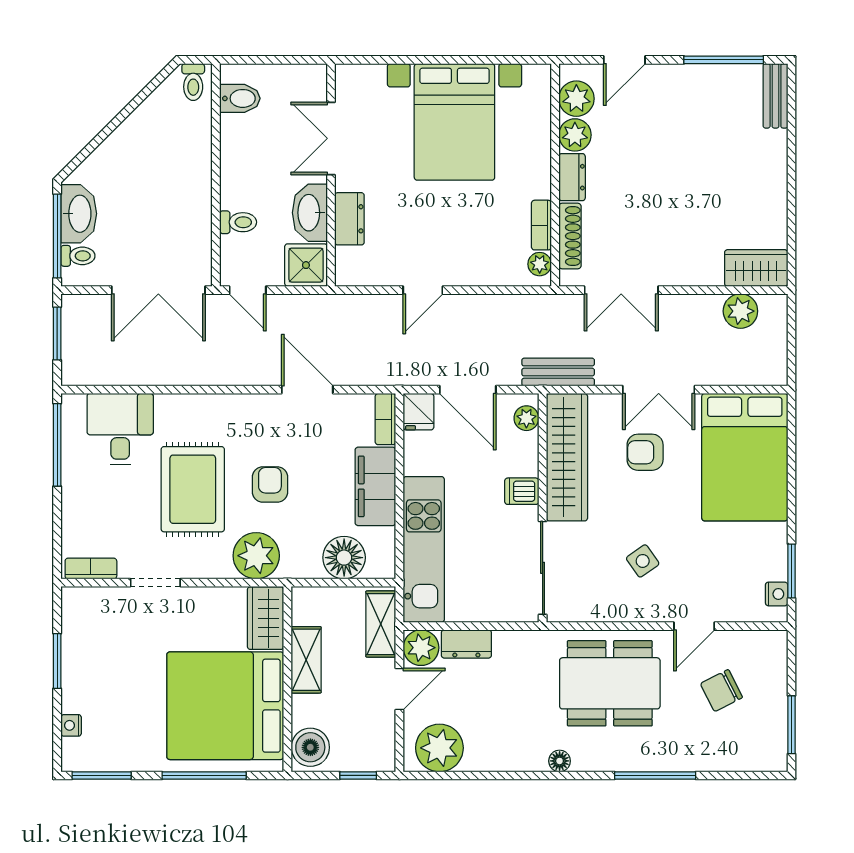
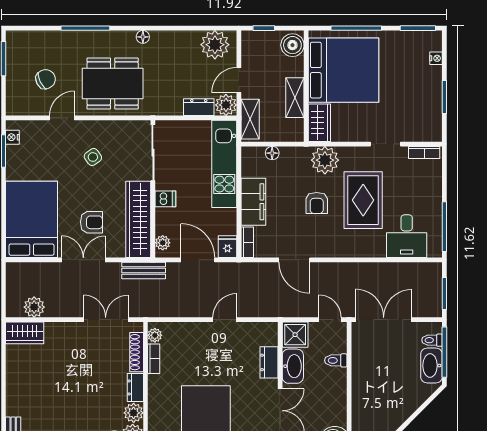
floor lamp: (344, 558) -> (272, 153), width x0.53, depth x0.53

